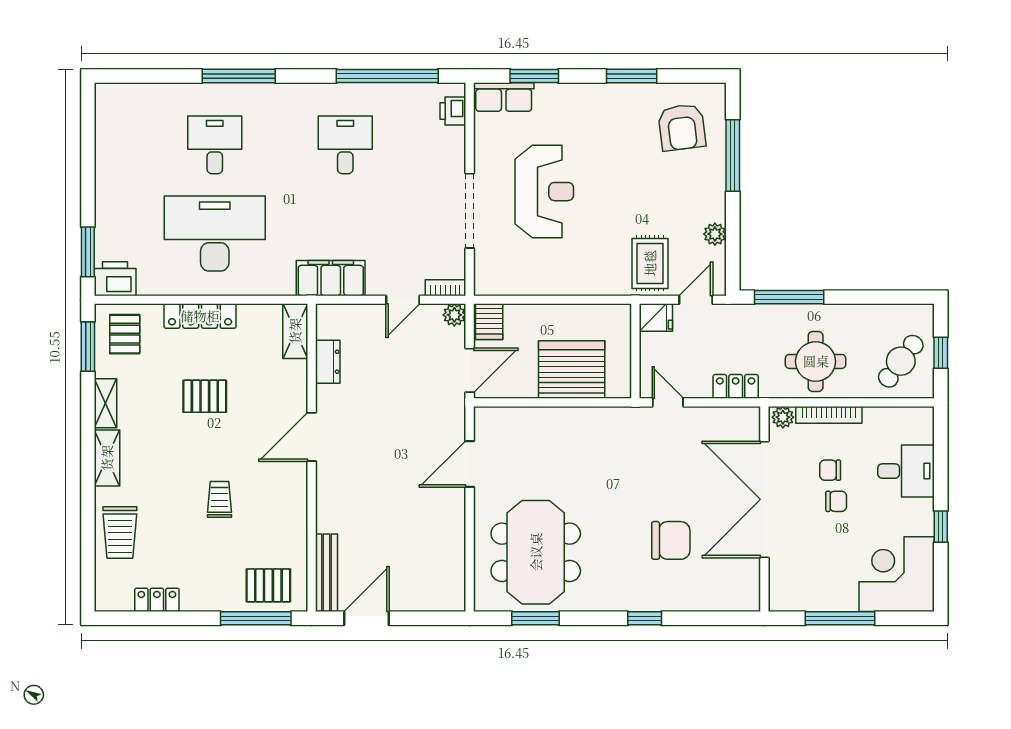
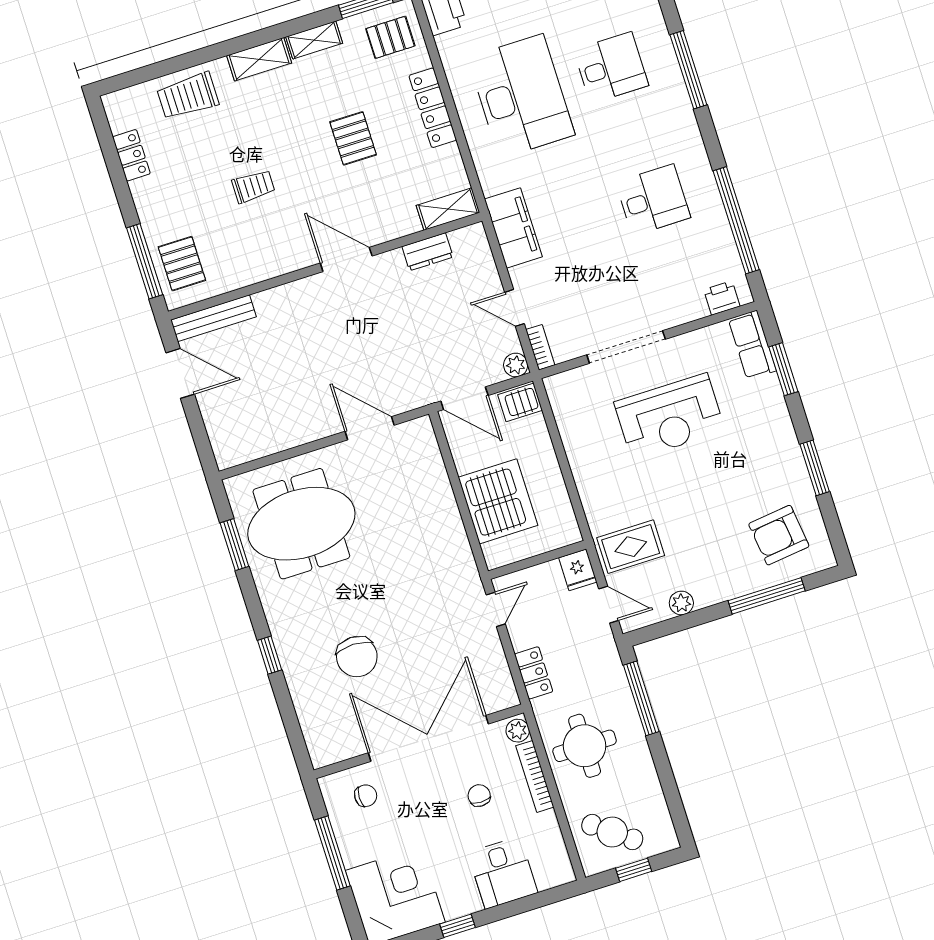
chair: (836, 501) -> (366, 796), moved, turned -90

